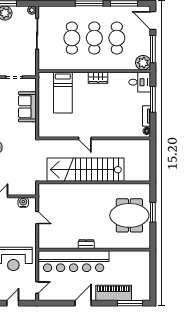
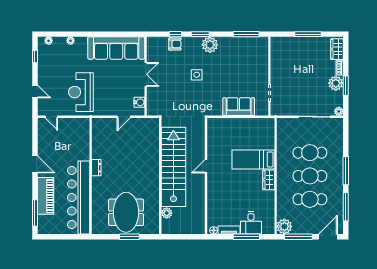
desk: (140, 82) -> (251, 223), moved
bed: (63, 93) -> (253, 159), moved
plant: (130, 176) -> (167, 213), added
bar counter: (74, 261) -> (79, 197), moved

